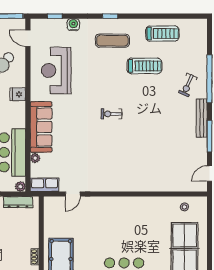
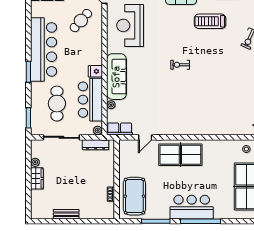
treadmill: (144, 66) -> (210, 21), turned 180
fridge: (18, 94) -> (95, 71), moved
table tennis table: (112, 213) -> (180, 155), added

